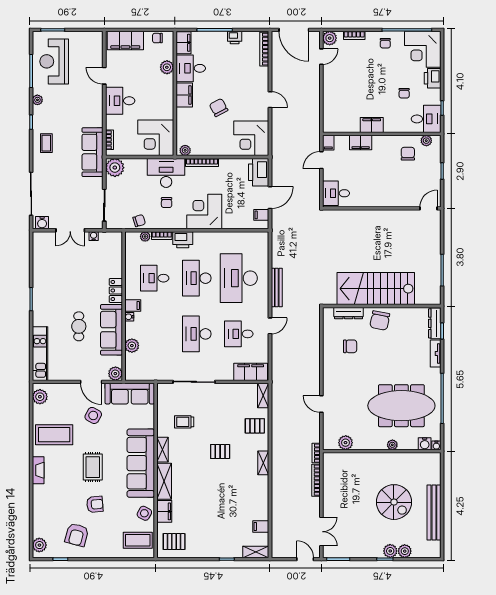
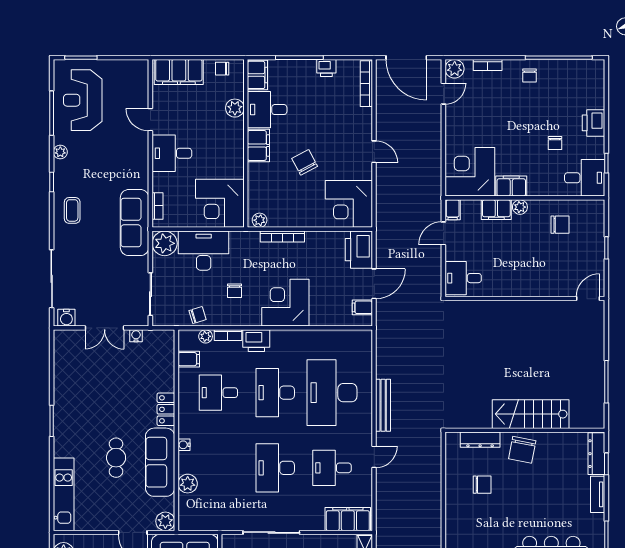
corner desk: (423, 49) -> (470, 172), moved, turned 90
plant: (426, 141) -> (520, 207), moved
chair: (408, 154) -> (560, 225), turned 90
desk: (166, 173) -> (204, 251), moved
stairs: (376, 289) -> (531, 414), width x0.73, depth x0.66
filing cabinet: (133, 306) -> (189, 359), moved

